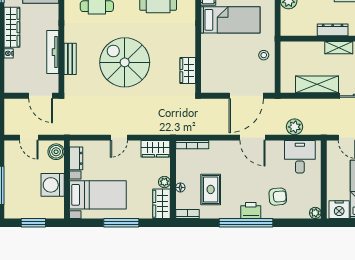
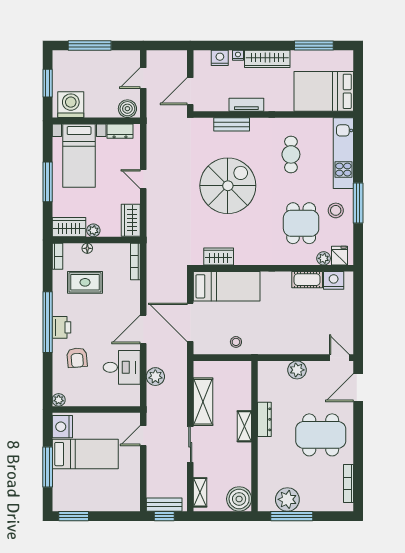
bed: (230, 20) -> (227, 286), moved, turned -90
tv unit: (53, 52) -> (246, 105), width x0.71
nightstand: (11, 69) -> (220, 58), added
desk: (300, 157) -> (122, 367), moved
washing machine: (53, 185) -> (71, 105), moved

